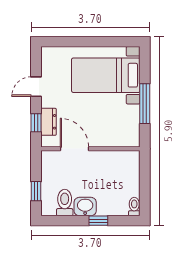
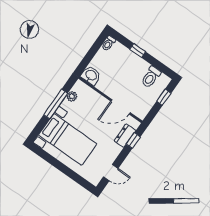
door: (36, 87) -> (111, 173), moved
plant: (133, 124) -> (72, 96), added
door: (74, 149) -> (121, 107), hinge flipped
washbasin: (85, 207) -> (91, 75), moved, turned 180

